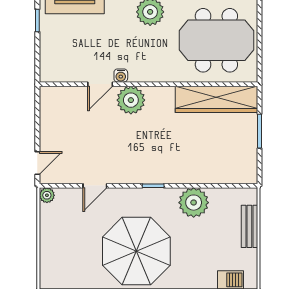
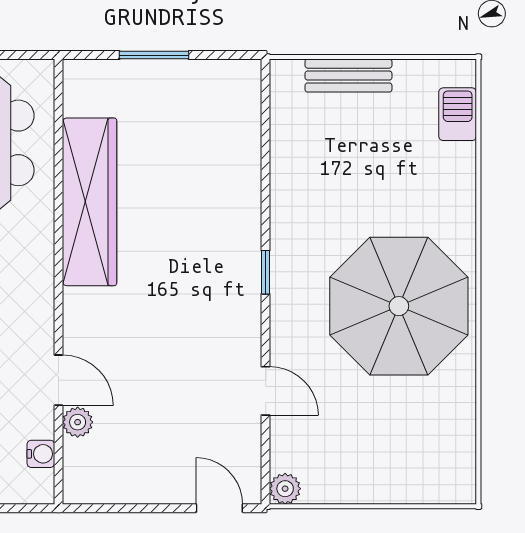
water cooler: (121, 76) -> (41, 454), moved
wardrobe: (216, 99) -> (90, 202), moved
plant: (131, 100) -> (78, 422), moved, width x0.53, depth x0.53
plant: (194, 203) -> (300, 189), removed

